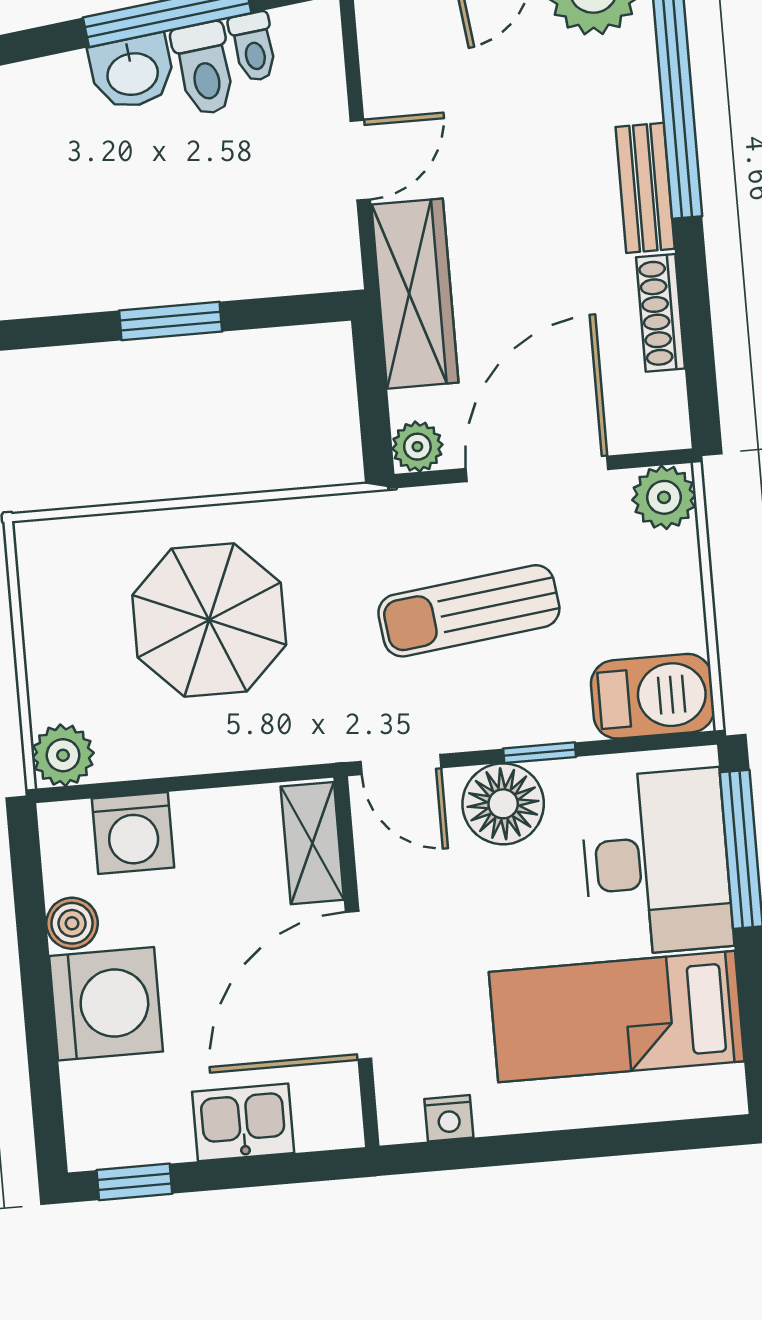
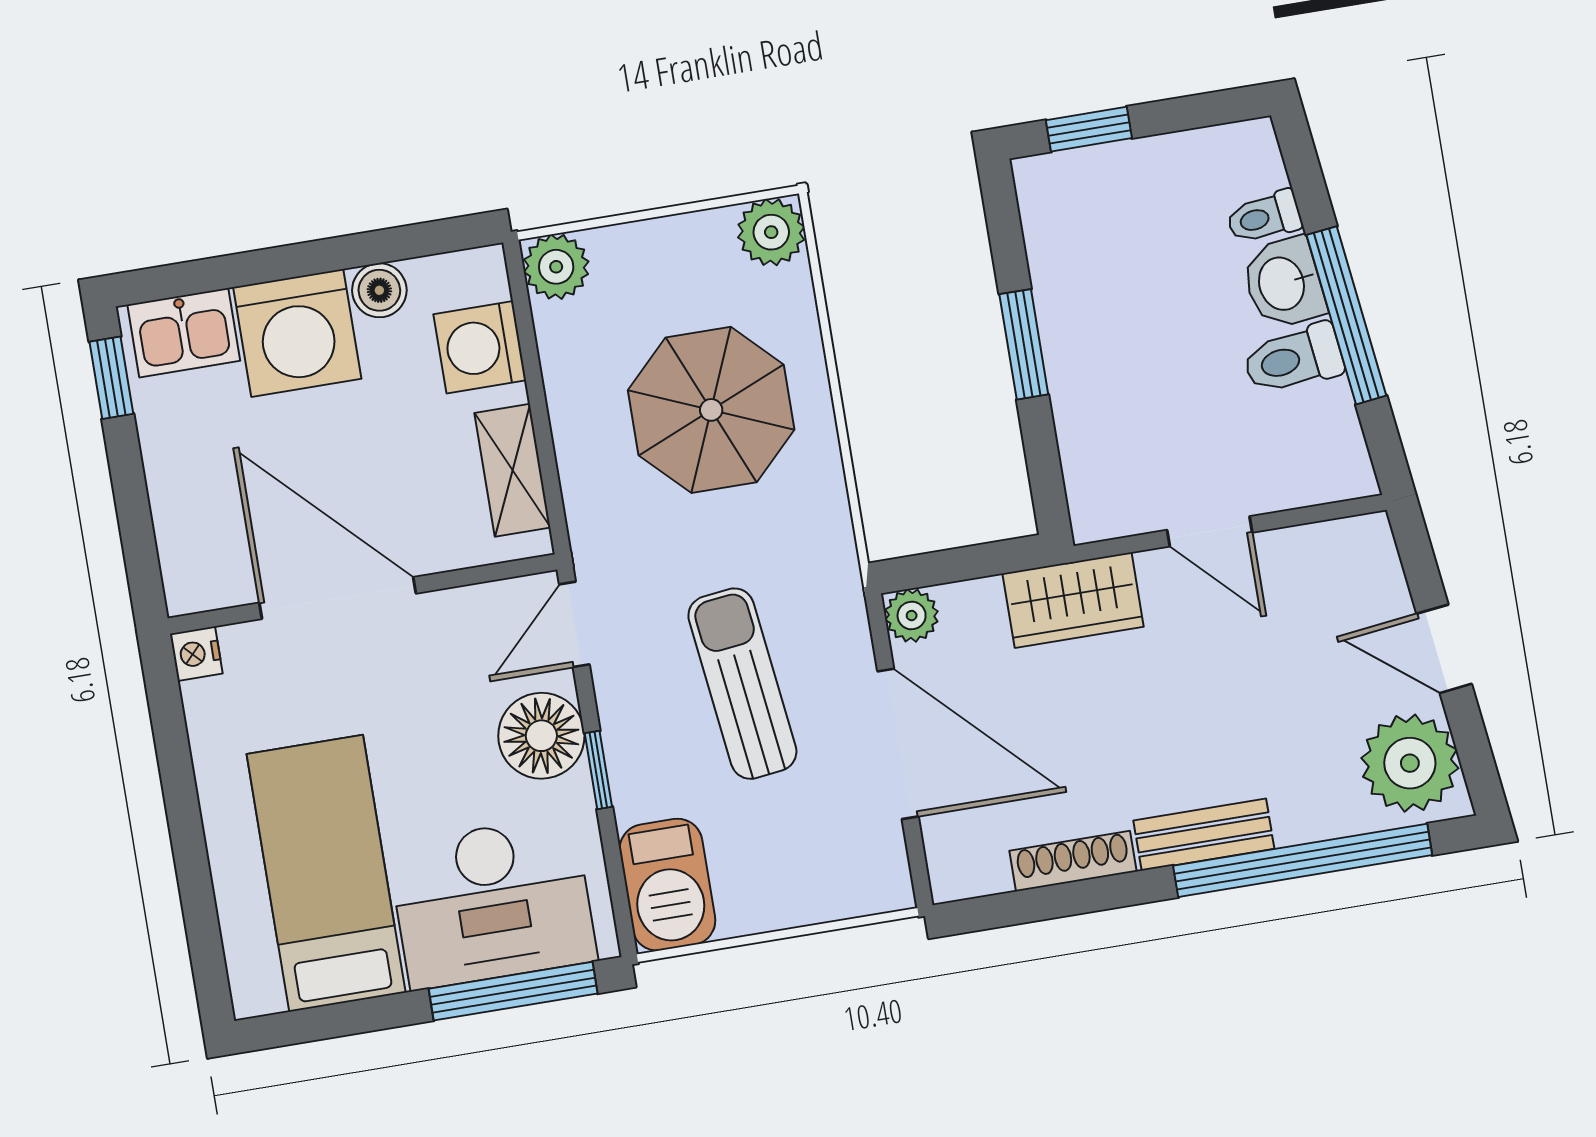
toilet: (253, 47) -> (1264, 217), moved
wardrobe: (415, 294) -> (1073, 600), width x0.67
plant: (664, 497) -> (771, 232), moved
shelving: (312, 843) -> (512, 470), moved, turned 90
nightstand: (449, 1118) -> (196, 654), moved
kitchen sink: (243, 1122) -> (184, 333), moved, turned 90

